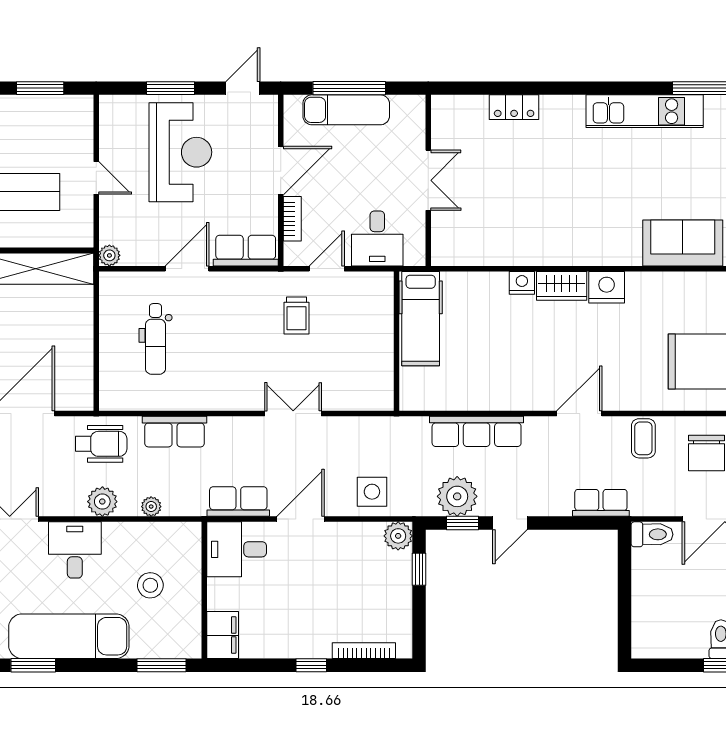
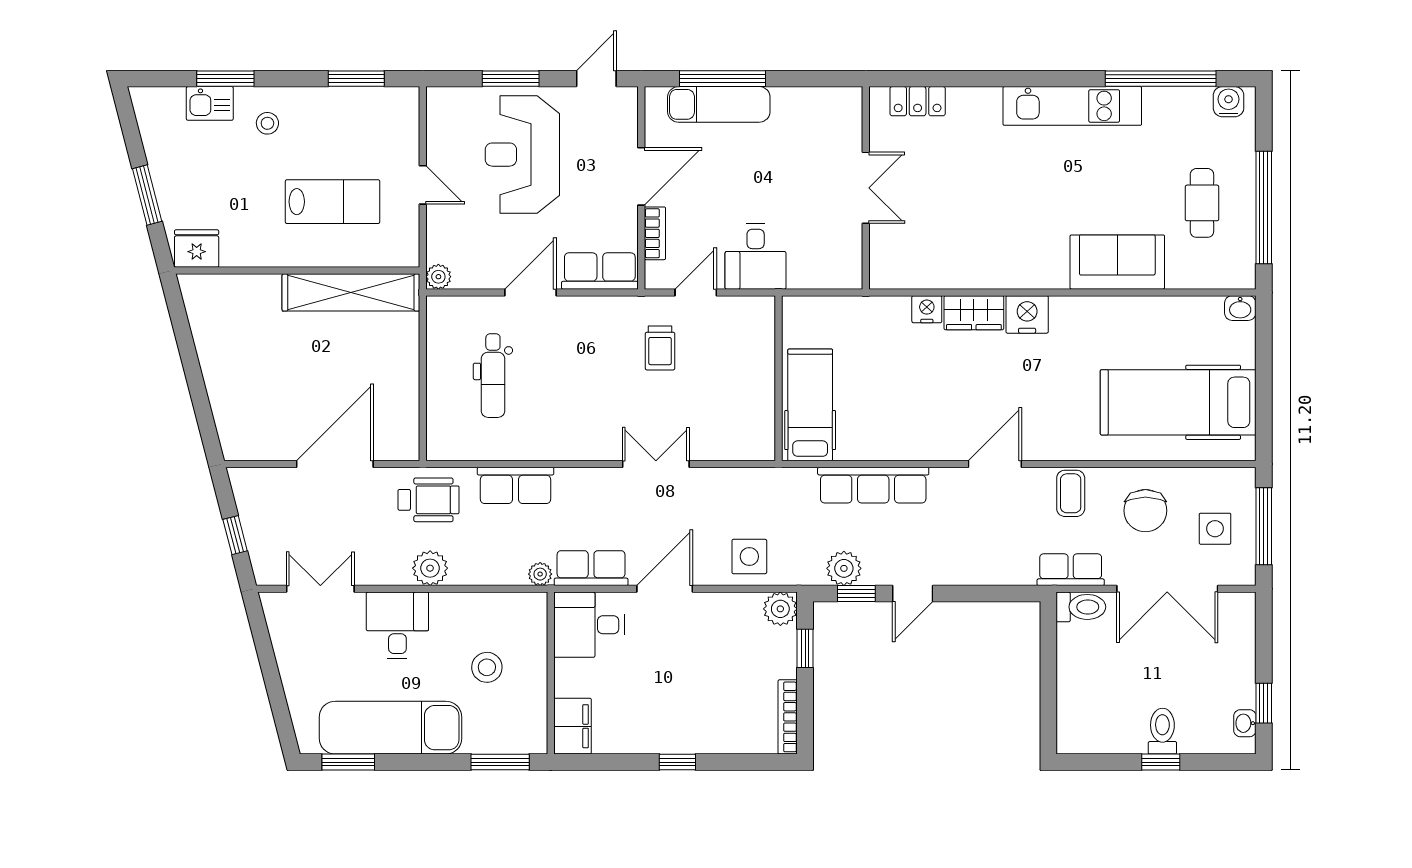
reception desk: (180, 152) -> (522, 155), turned 180
double door: (428, 180) -> (866, 188), moved
wall: (428, 180) -> (866, 188), moved
hospital bed: (421, 319) -> (810, 405), moved, turned 180
plant: (457, 496) -> (844, 568), width x0.73, depth x0.73
row of seats: (601, 503) -> (1071, 570), moved
plant: (151, 507) -> (540, 574), moved
bookcase: (364, 651) -> (788, 717), moved, turned -90

